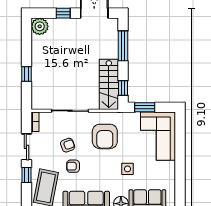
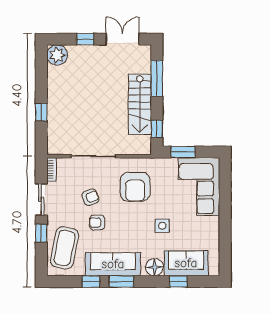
stairs: (109, 84) -> (140, 104), moved

